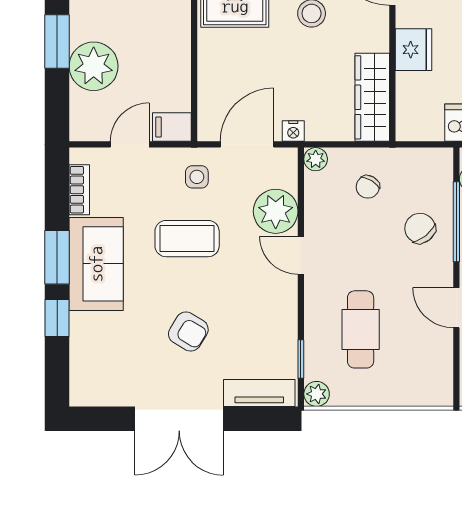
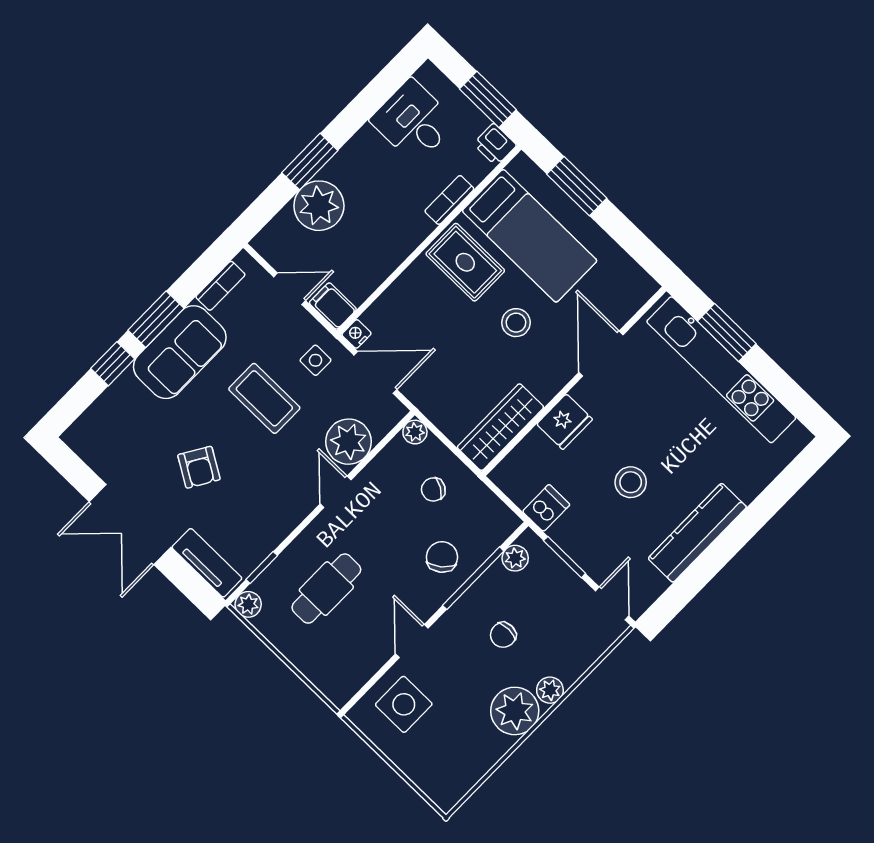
nightstand: (293, 131) -> (357, 334), moved, turned 90

